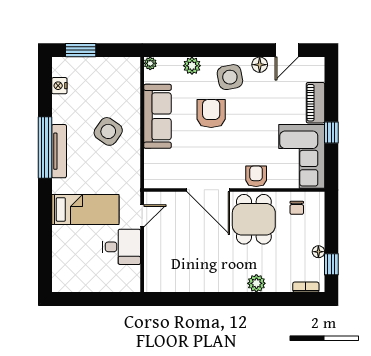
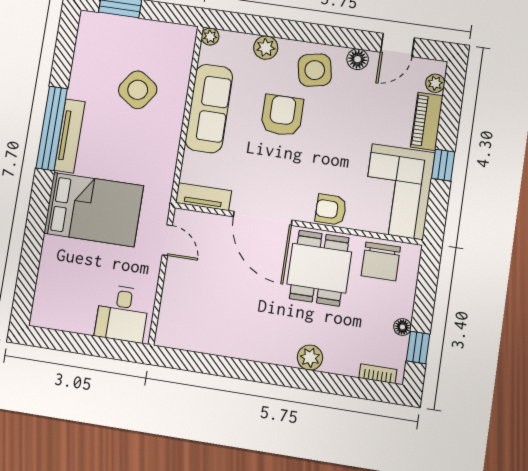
plant: (318, 74) -> (435, 83), added
nightstand: (59, 86) -> (84, 49), removed
side table: (108, 131) -> (138, 90), moved
armchair: (256, 176) -> (331, 210), turned -90
tv unit: (163, 181) -> (203, 197), added
chair: (297, 208) -> (381, 261), width x1.87, depth x1.87
bed: (85, 209) -> (94, 210), width x1.50
door: (142, 216) -> (167, 240), hinge flipped
desk: (121, 247) -> (122, 314), moved, turned 90

